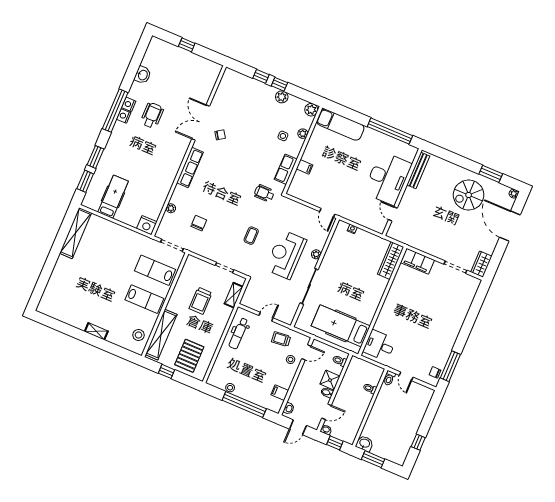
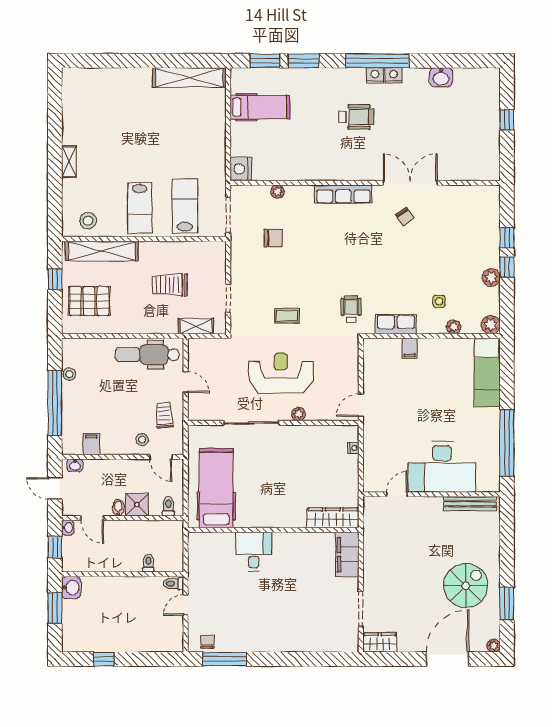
wheelchair: (152, 115) -> (356, 117), moved
spiral stairs: (469, 195) -> (466, 586), turned 90
dental chair: (239, 333) -> (147, 355), width x1.36, depth x1.38
desk: (379, 345) -> (254, 552), moved

